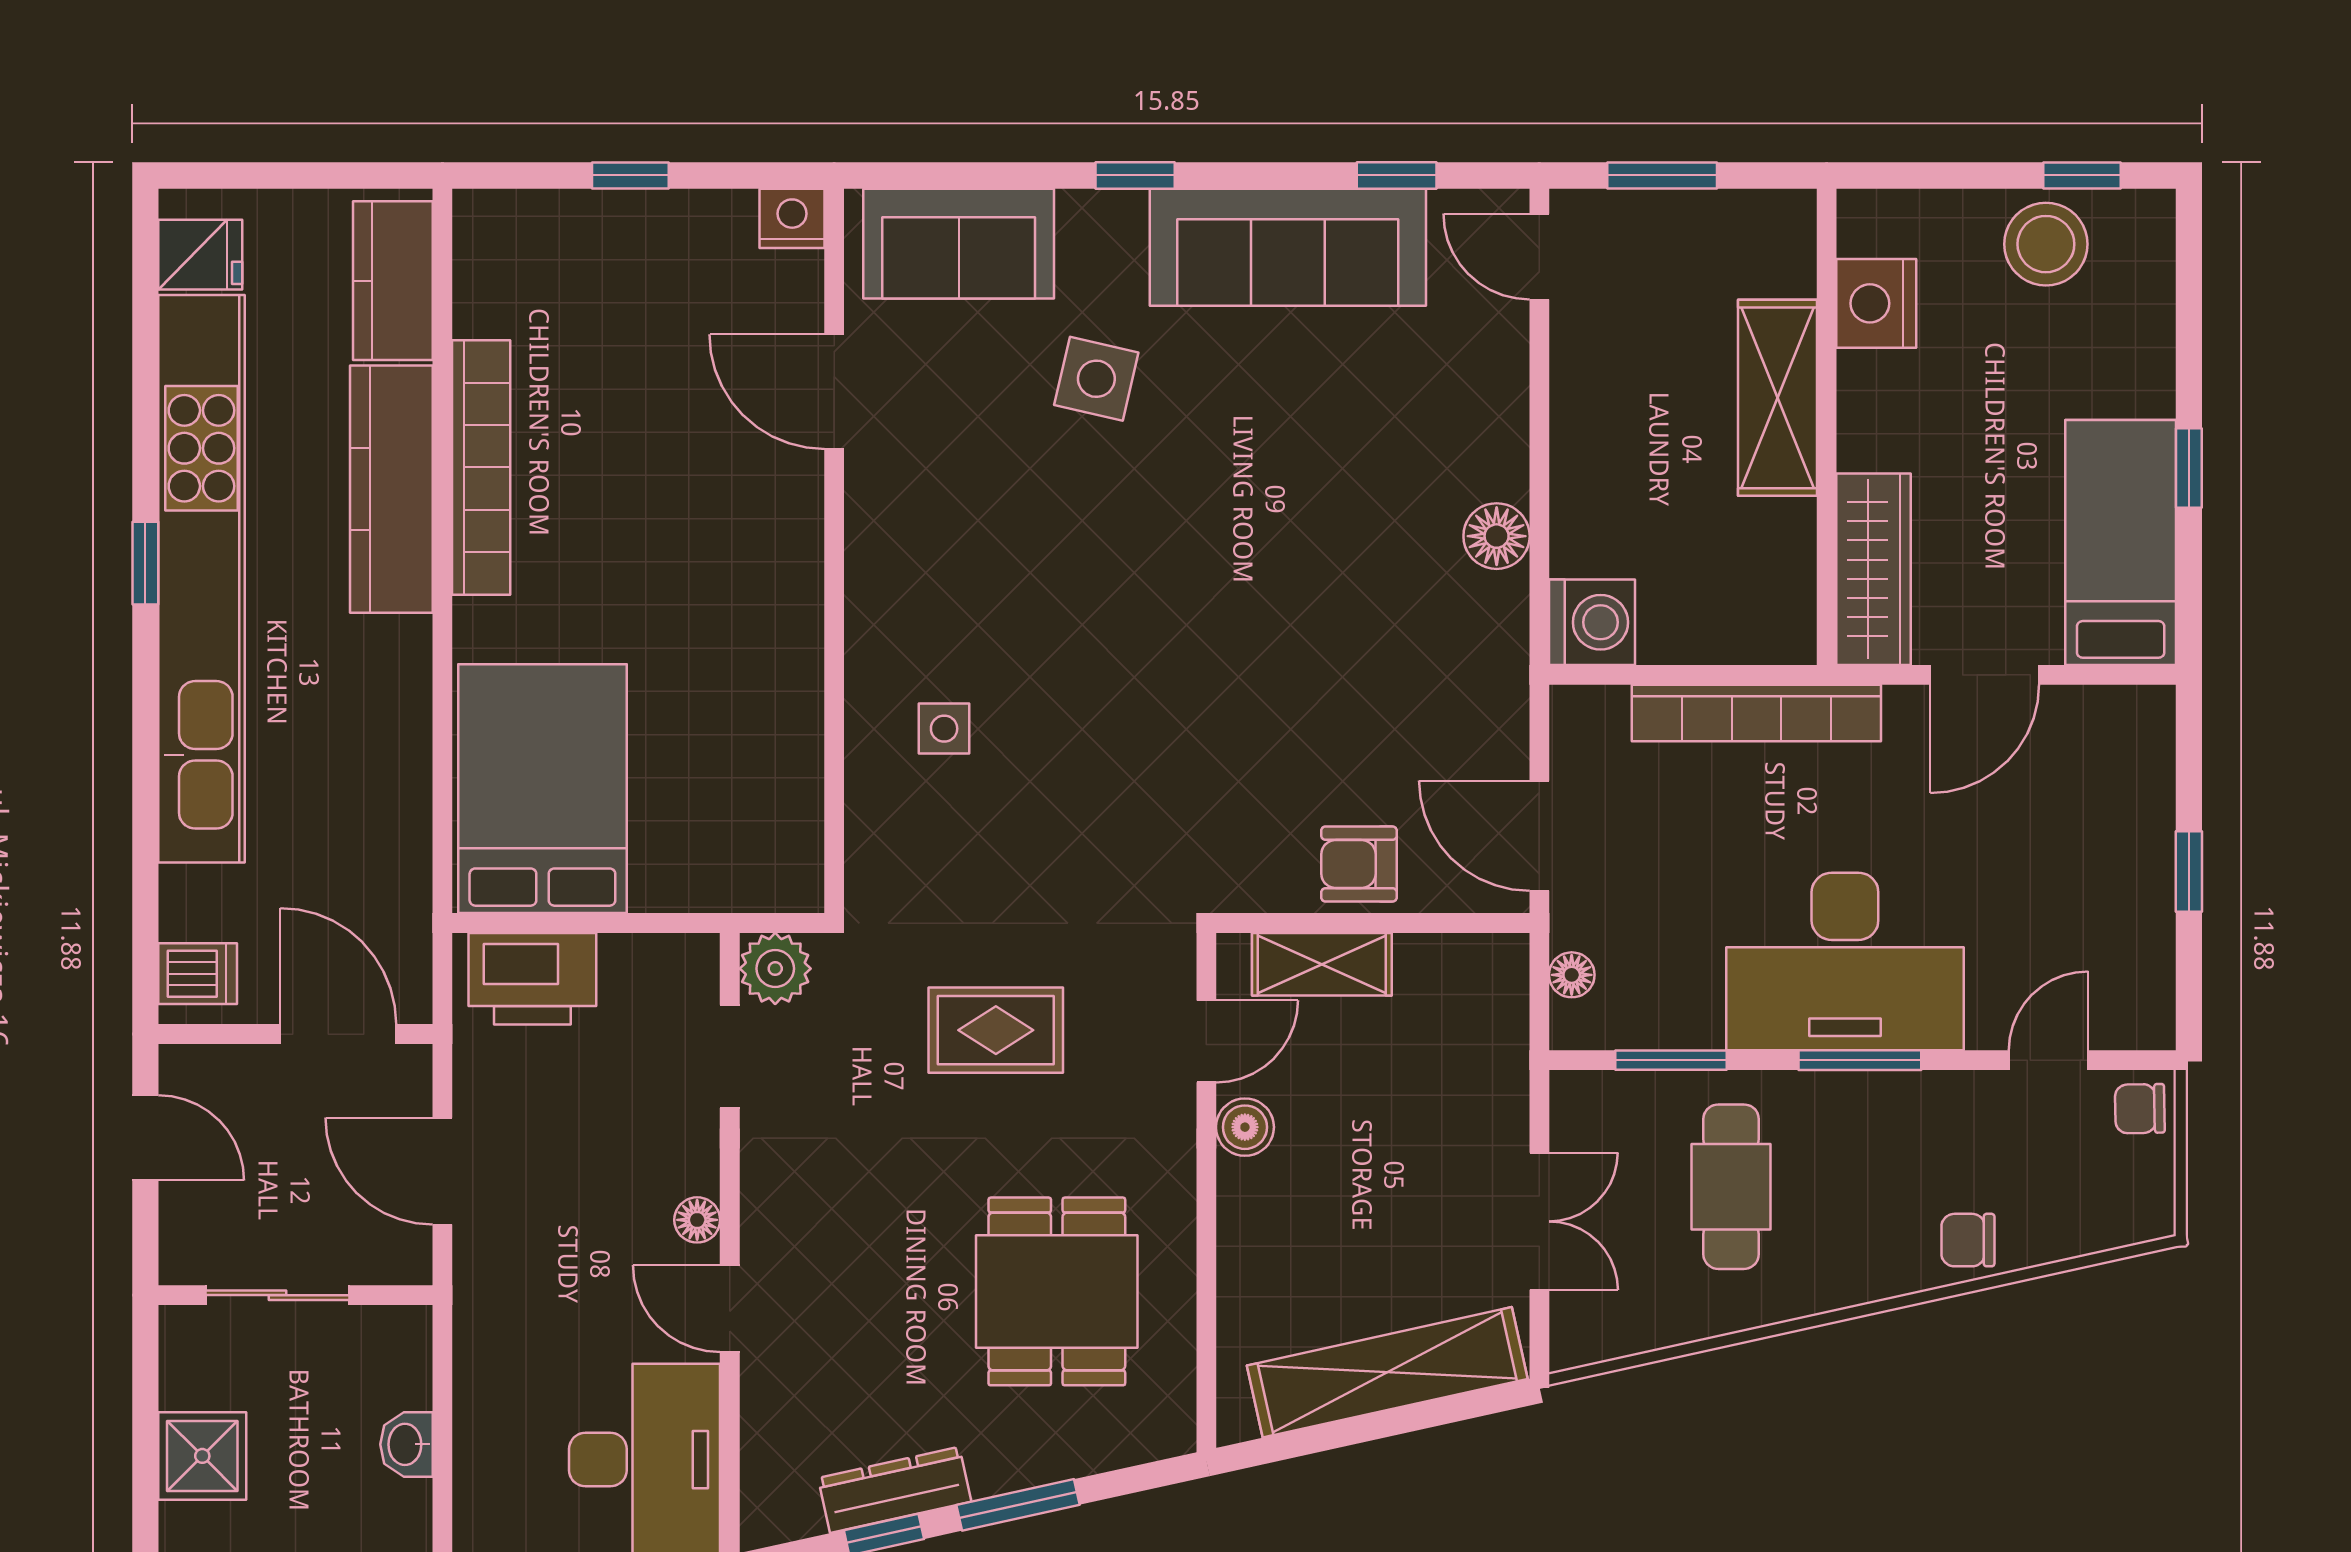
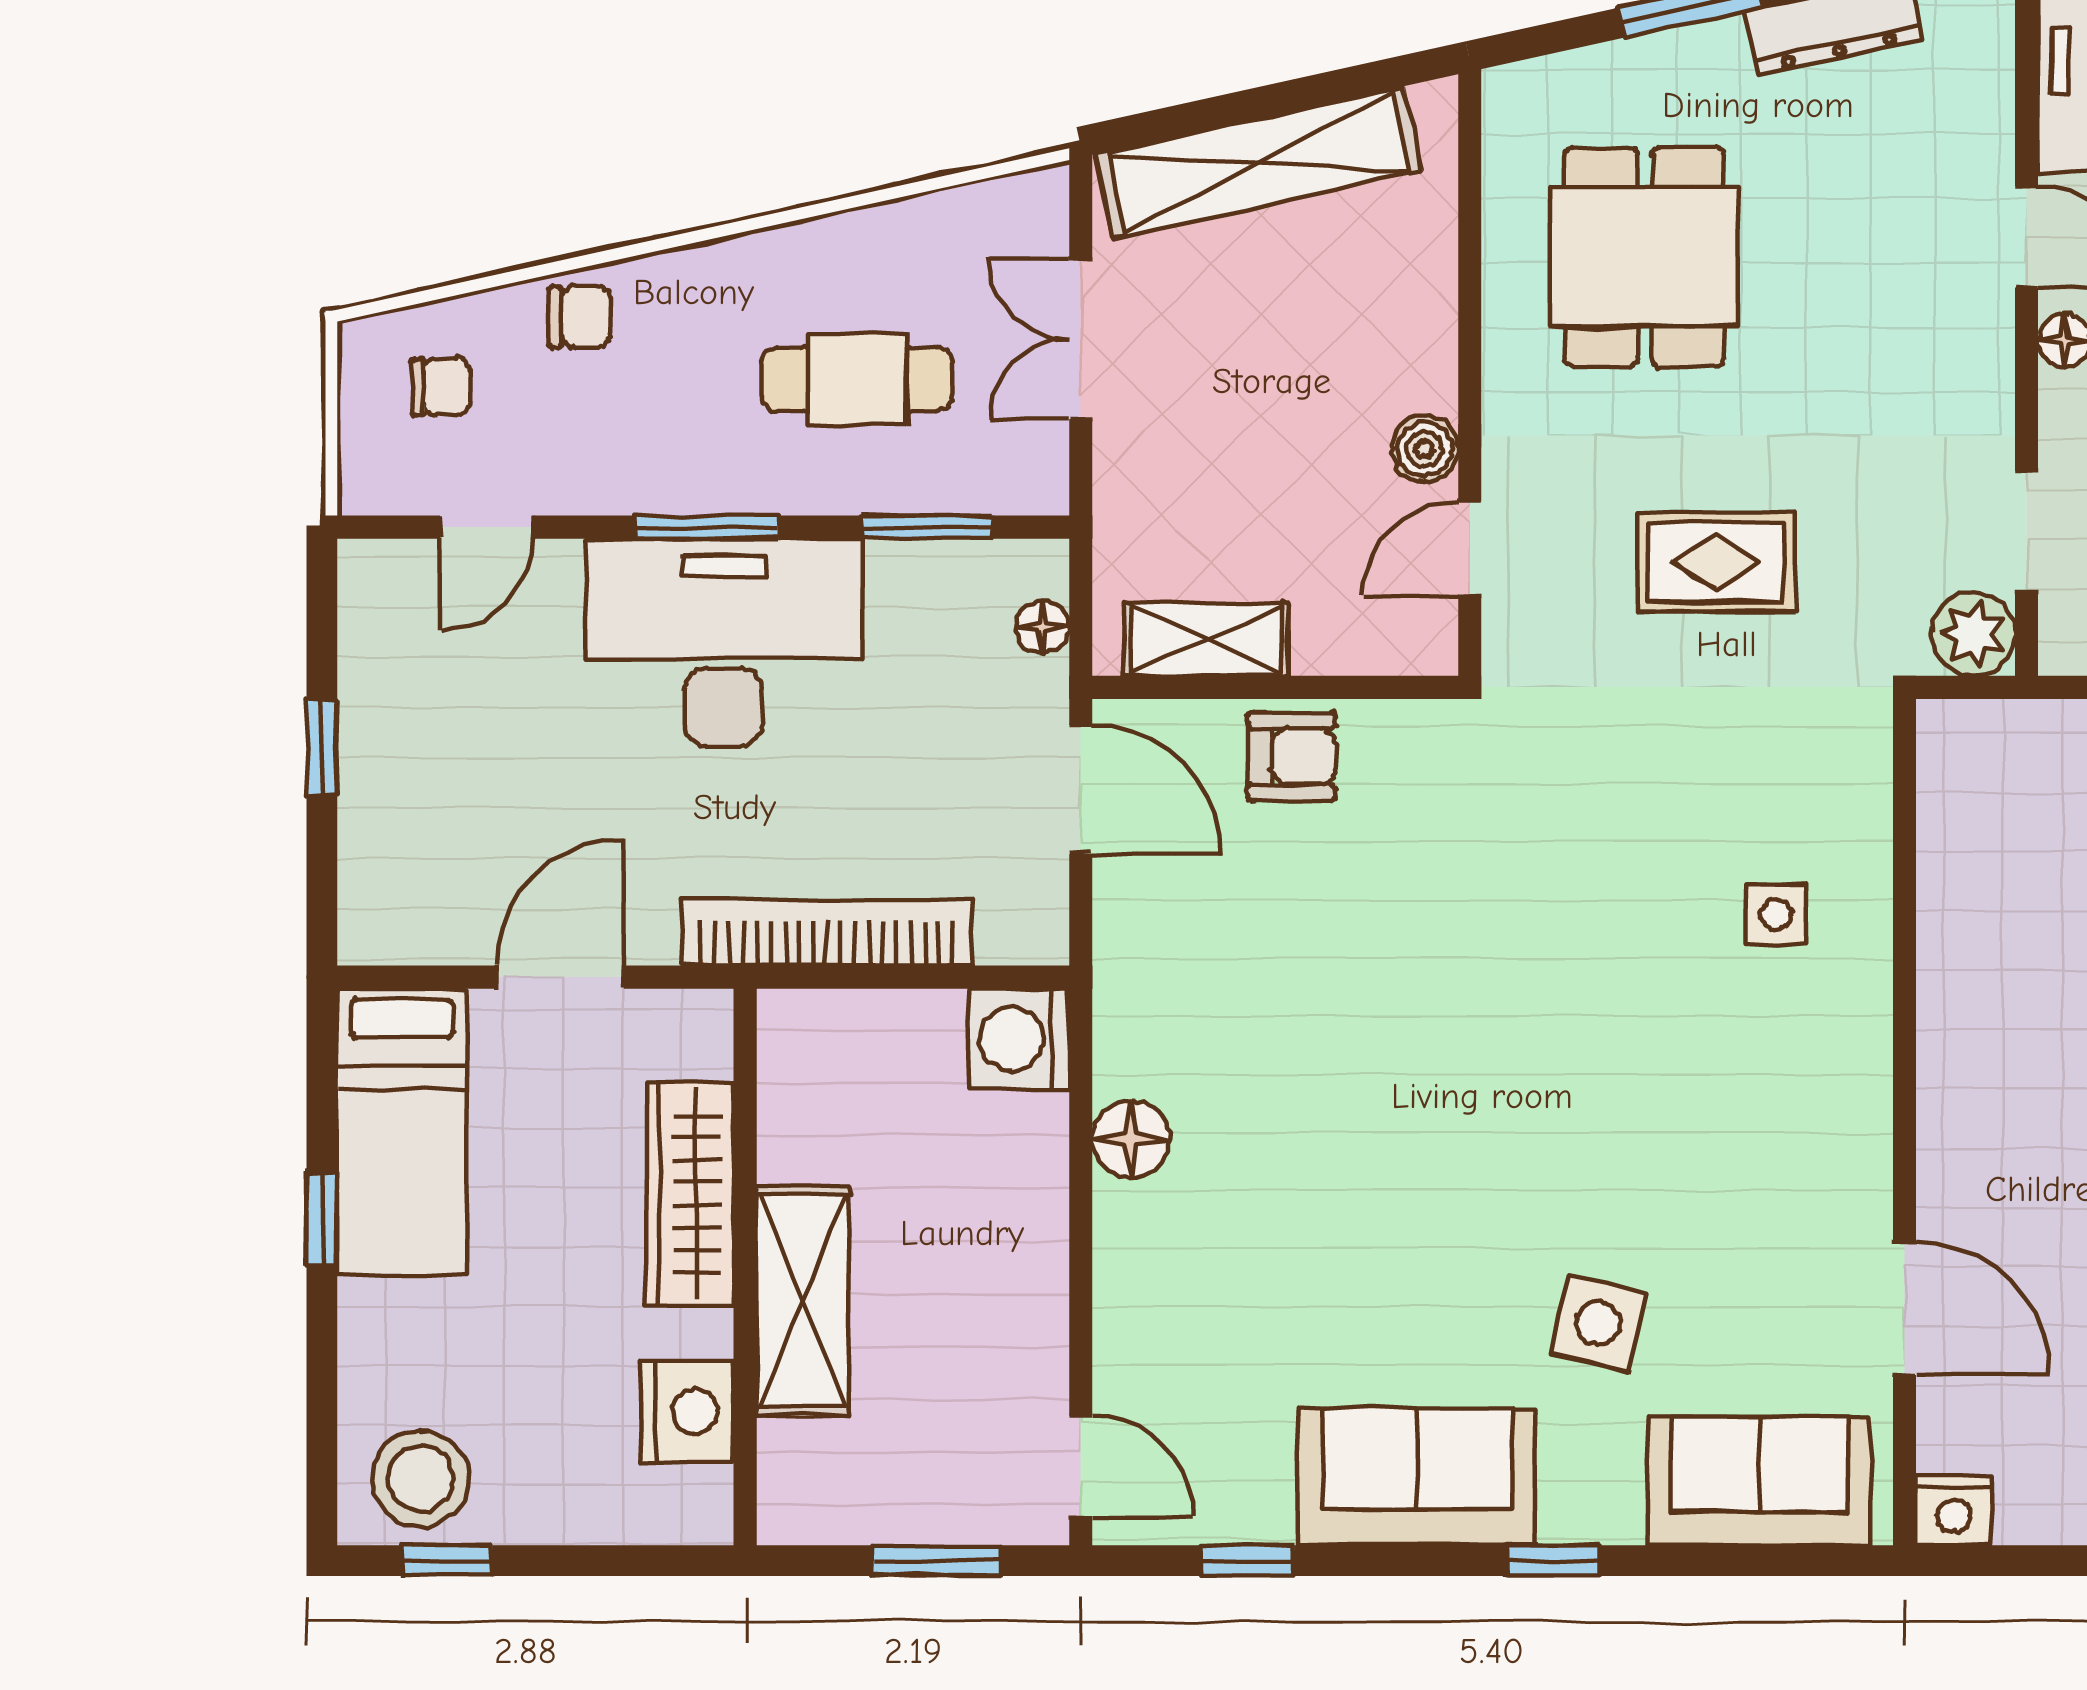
stool: (2046, 244) -> (421, 1479), moved
sofa: (1288, 247) -> (1417, 1477), width x0.73
wardrobe: (1873, 569) -> (690, 1194), moved
shelving: (1322, 964) -> (1206, 639), moved
chair: (2140, 1109) -> (441, 387), moved
cafe table: (1731, 1187) -> (857, 379), turned 90

